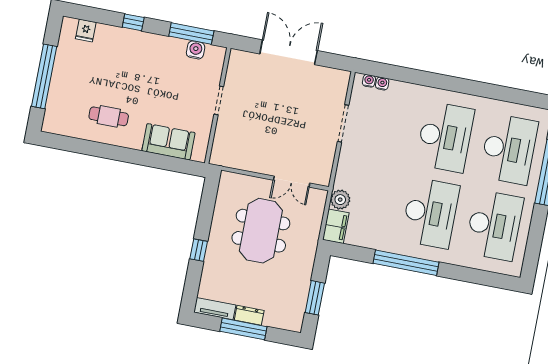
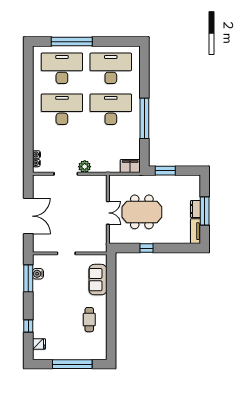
window: (133, 22) -> (28, 326), moved
double door: (289, 52) -> (28, 216), swing flipped
double door: (292, 182) -> (108, 213), moved
plant: (340, 200) -> (85, 167), moved
window: (199, 250) -> (147, 248), moved
window: (315, 298) -> (165, 171), moved

